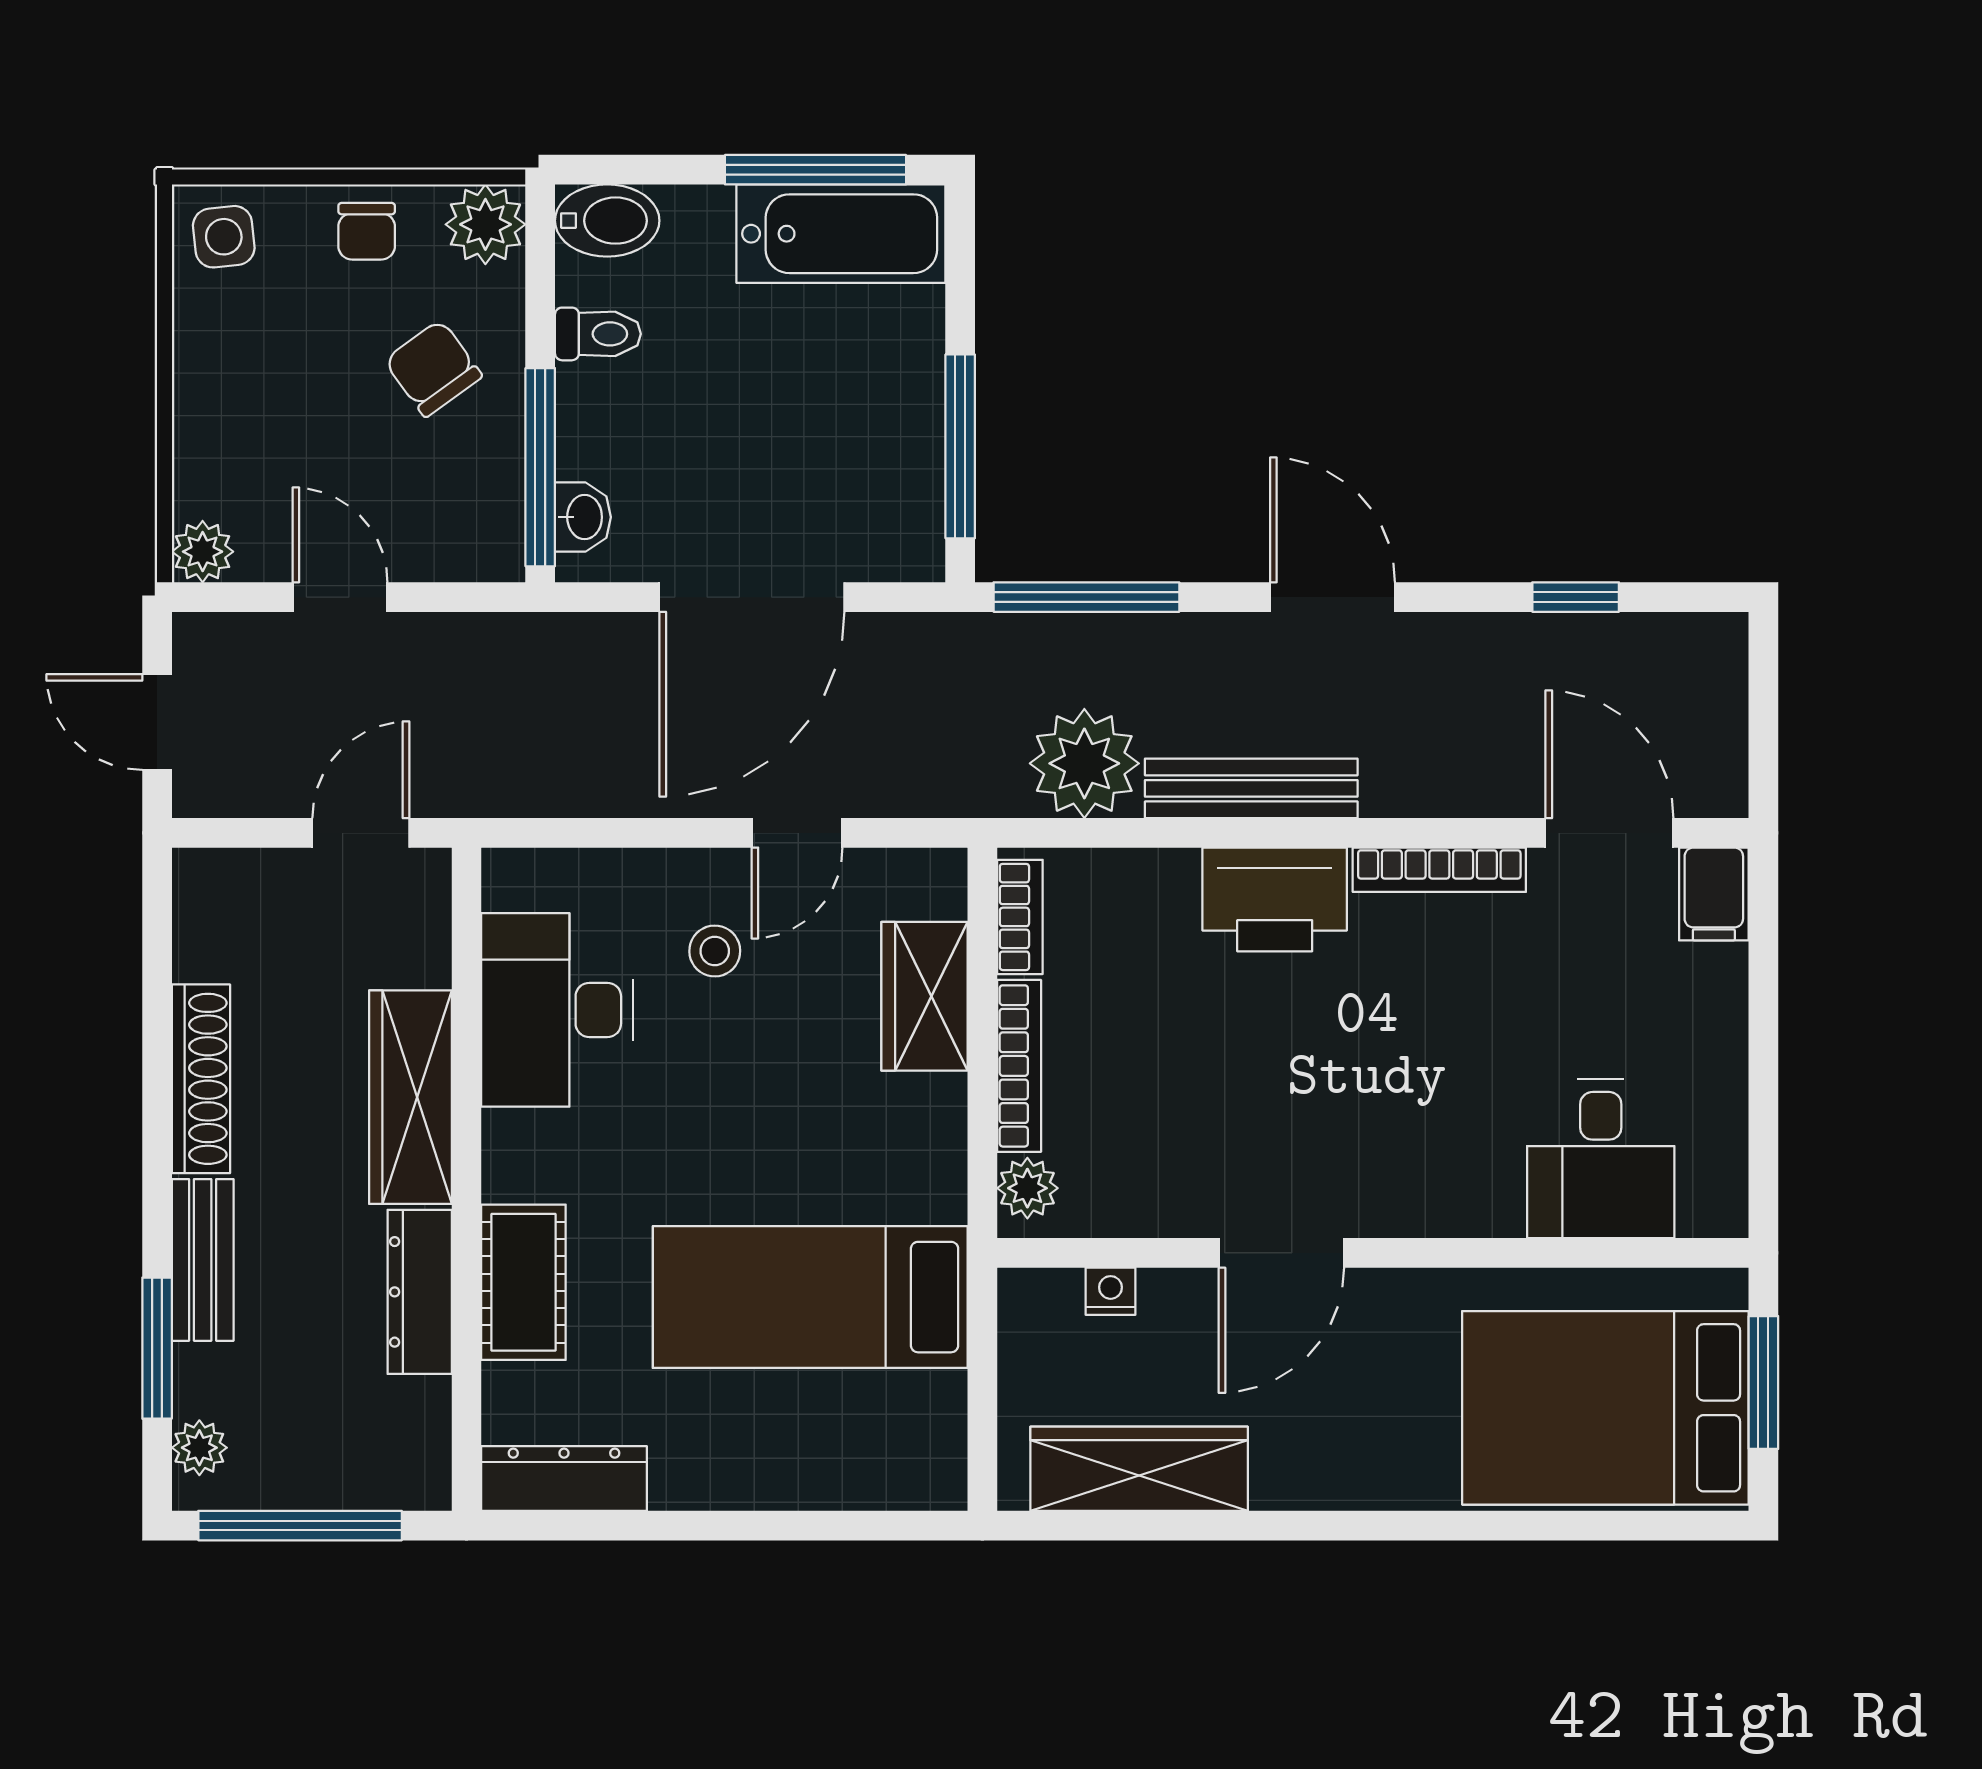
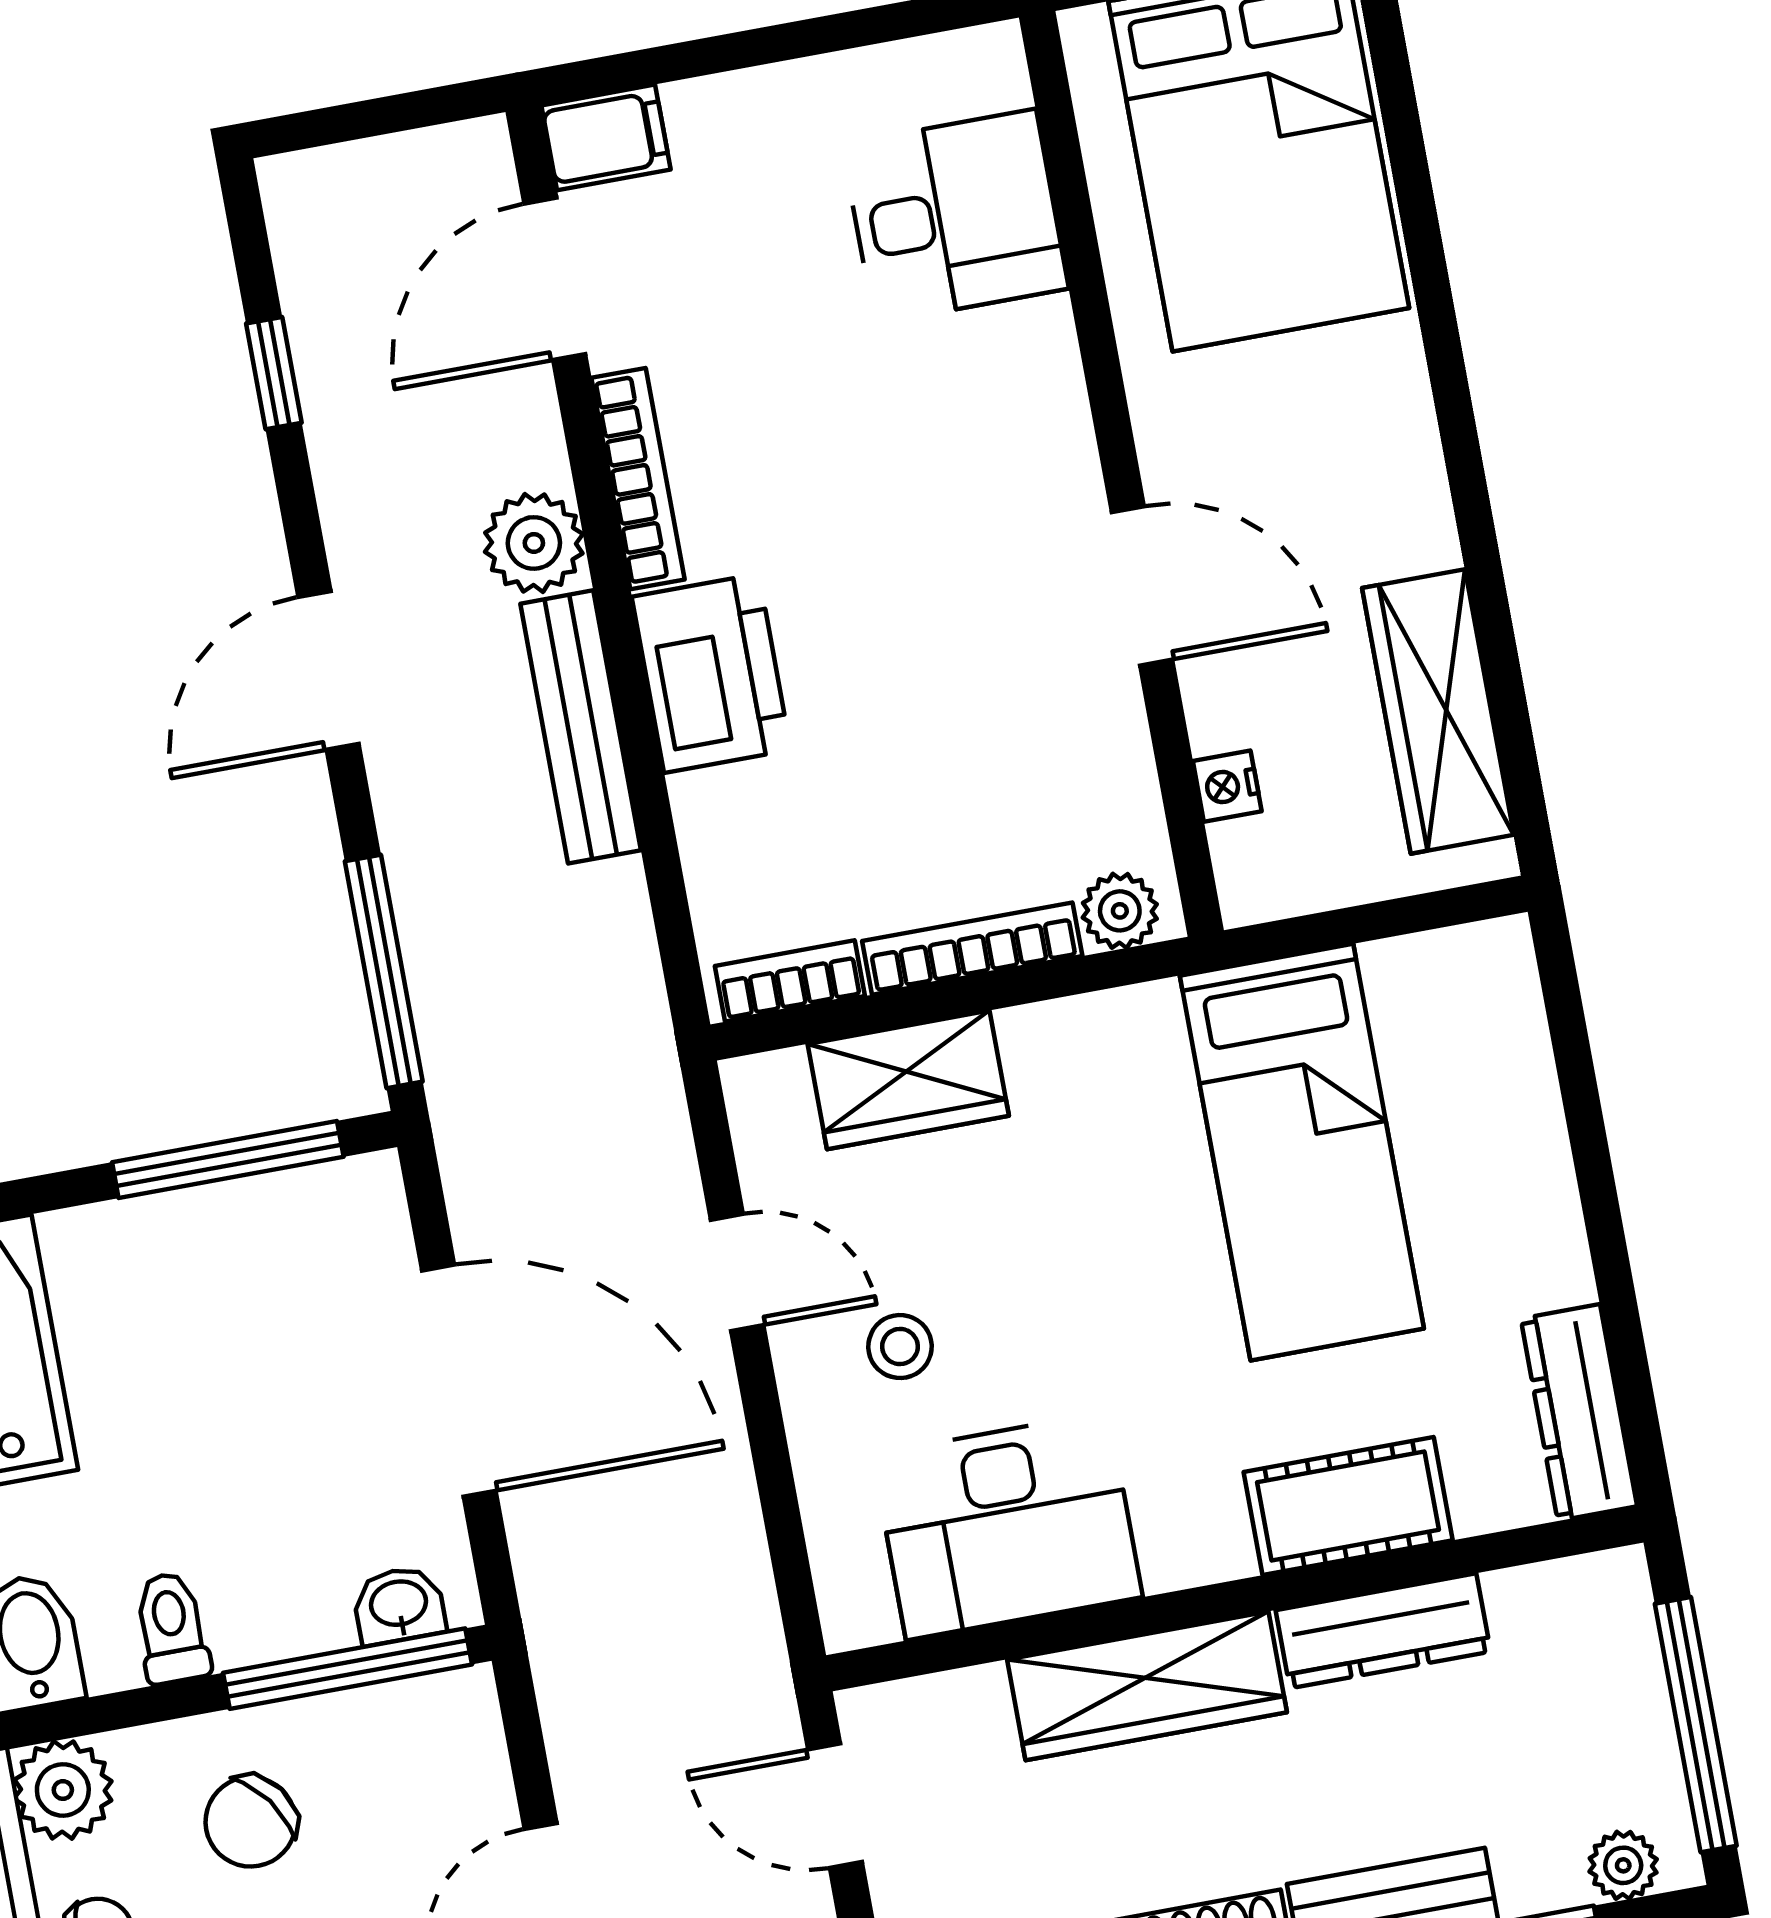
plant: (1084, 763) -> (534, 543), moved, width x0.73, depth x0.73

